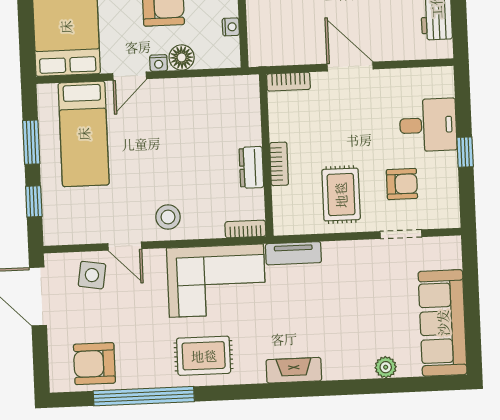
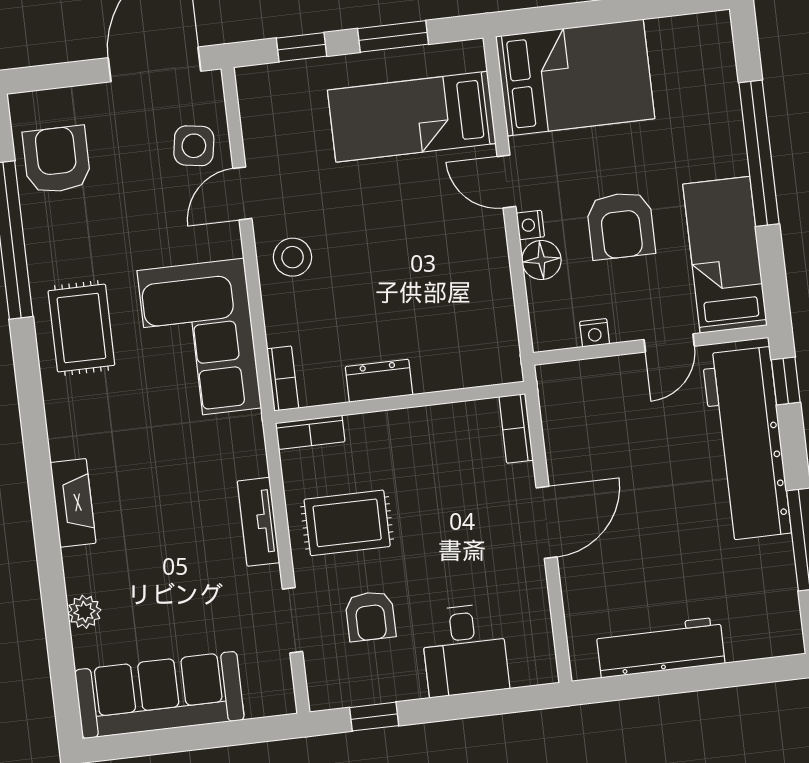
window: (465, 152) -> (374, 717), moved
bookcase: (279, 164) -> (310, 432), moved
tv unit: (293, 253) -> (258, 522), moved
fireplace: (294, 370) -> (73, 503), moved

